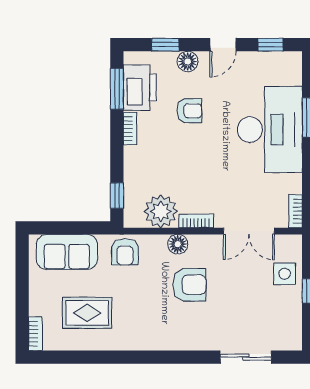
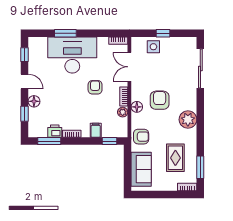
printer: (140, 88) -> (55, 131), width x0.53, depth x0.68
armchair: (189, 111) -> (95, 87), moved
filing cabinet: (136, 171) -> (96, 130), added
plant: (161, 211) -> (123, 112), width x0.53, depth x0.53
double door: (249, 231) -> (129, 67), swing flipped
plant: (155, 335) -> (188, 120), added
window: (70, 357) -> (200, 167), added
sliding door: (246, 357) -> (200, 69), width x1.37

